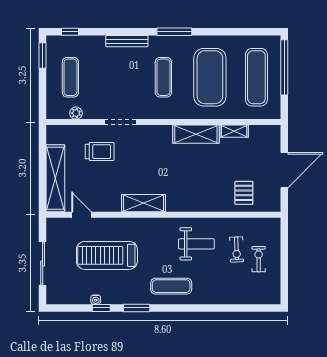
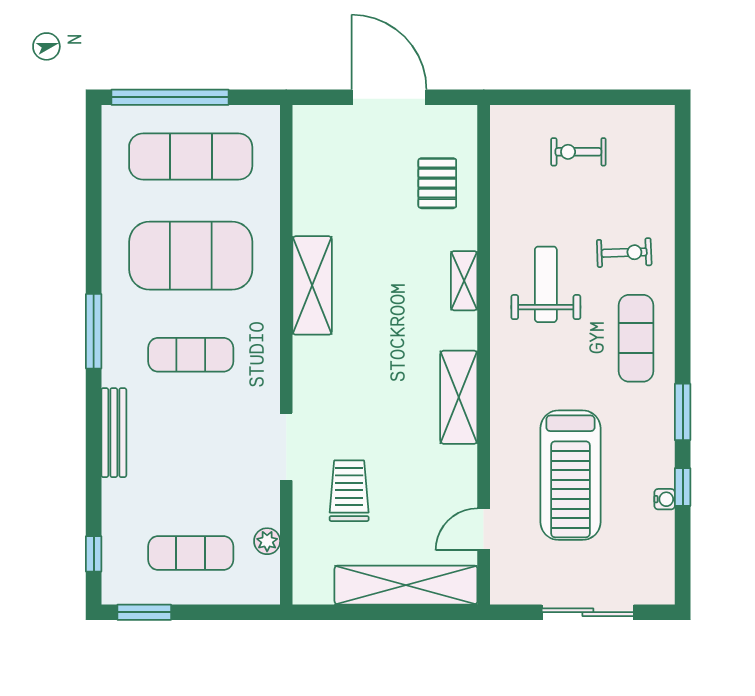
shelving: (234, 131) -> (464, 281), moved
pallet: (244, 193) -> (437, 183), turned 90
exercise bike: (237, 249) -> (624, 253), moved

